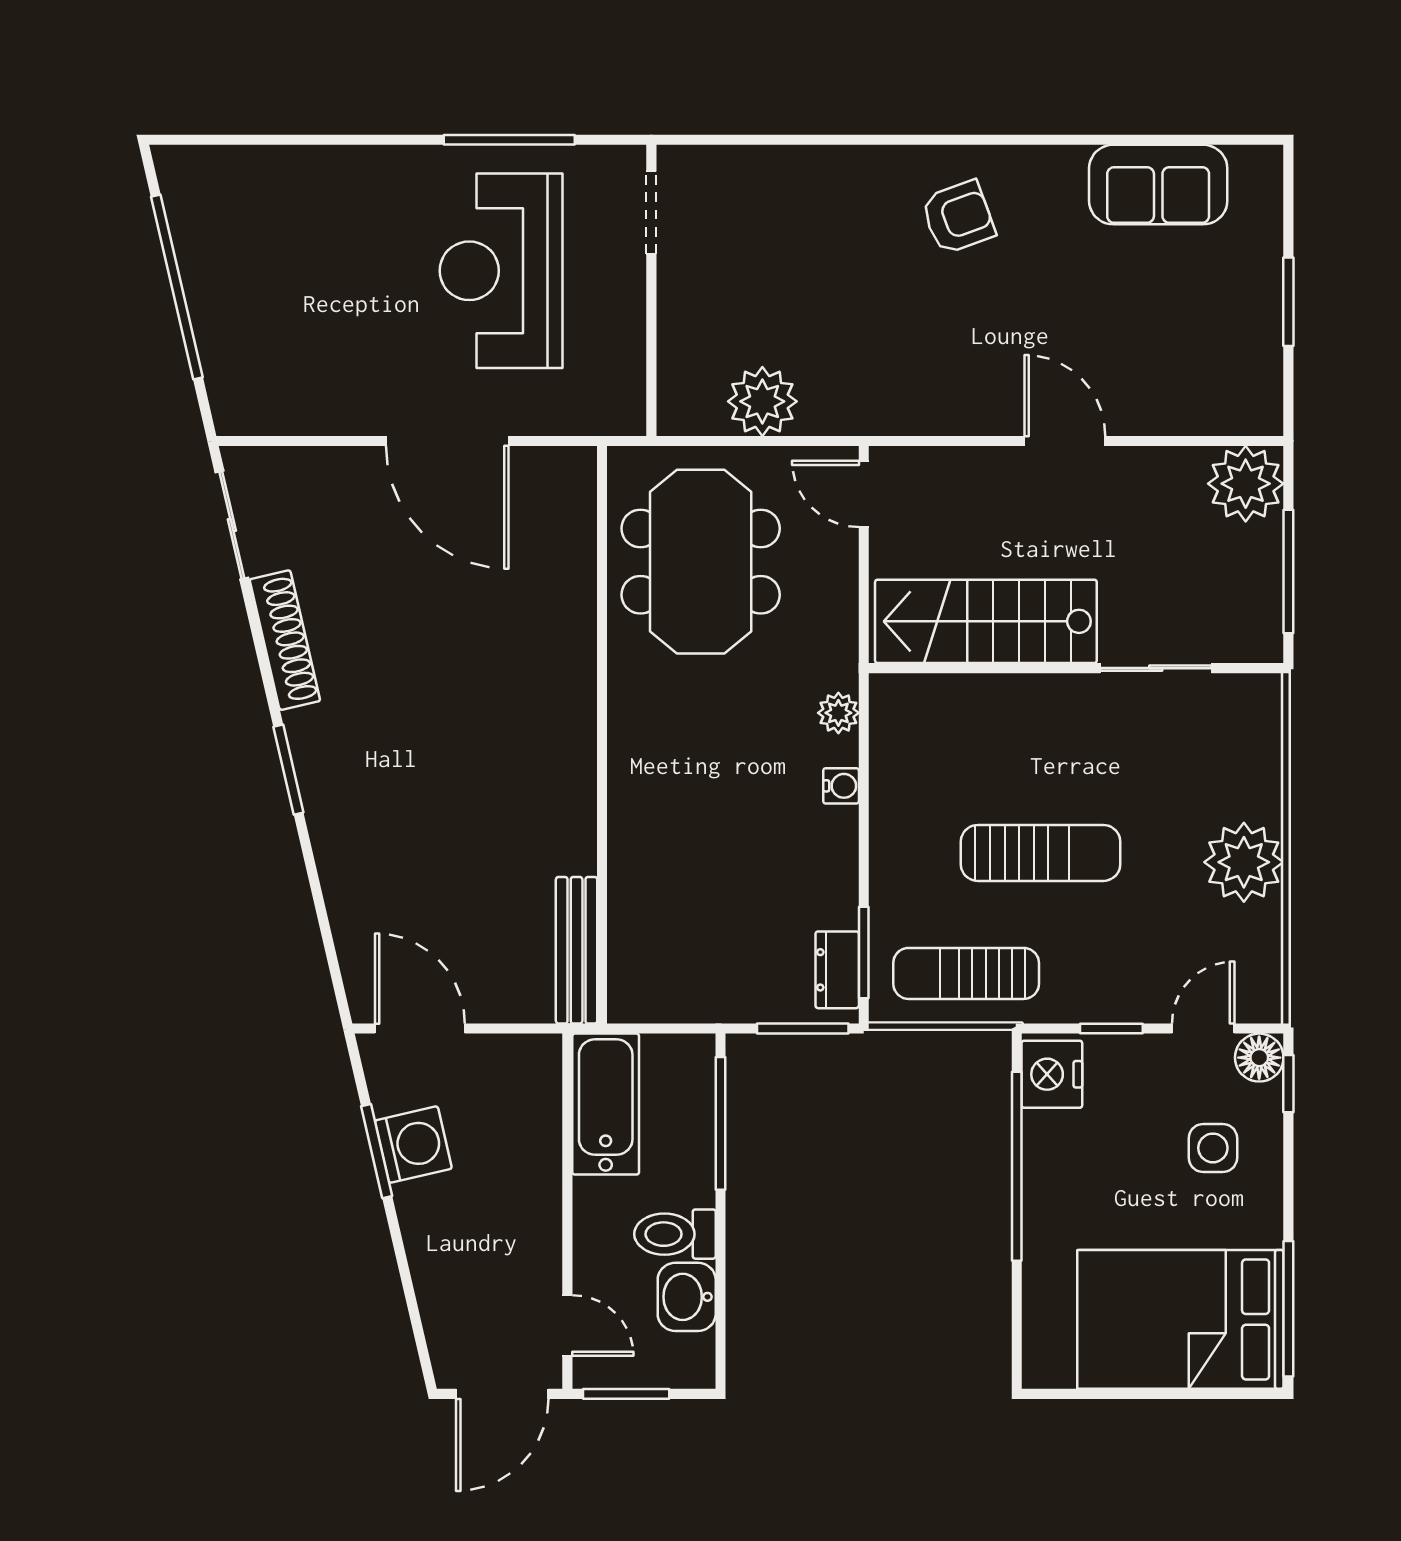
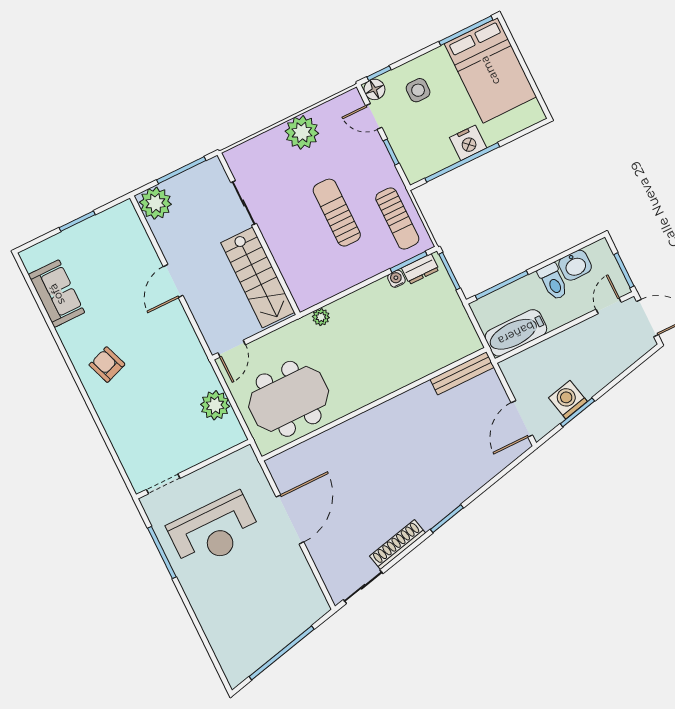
water cooler: (841, 786) -> (396, 279), moved
nightstand: (1052, 1074) -> (468, 143), moved

